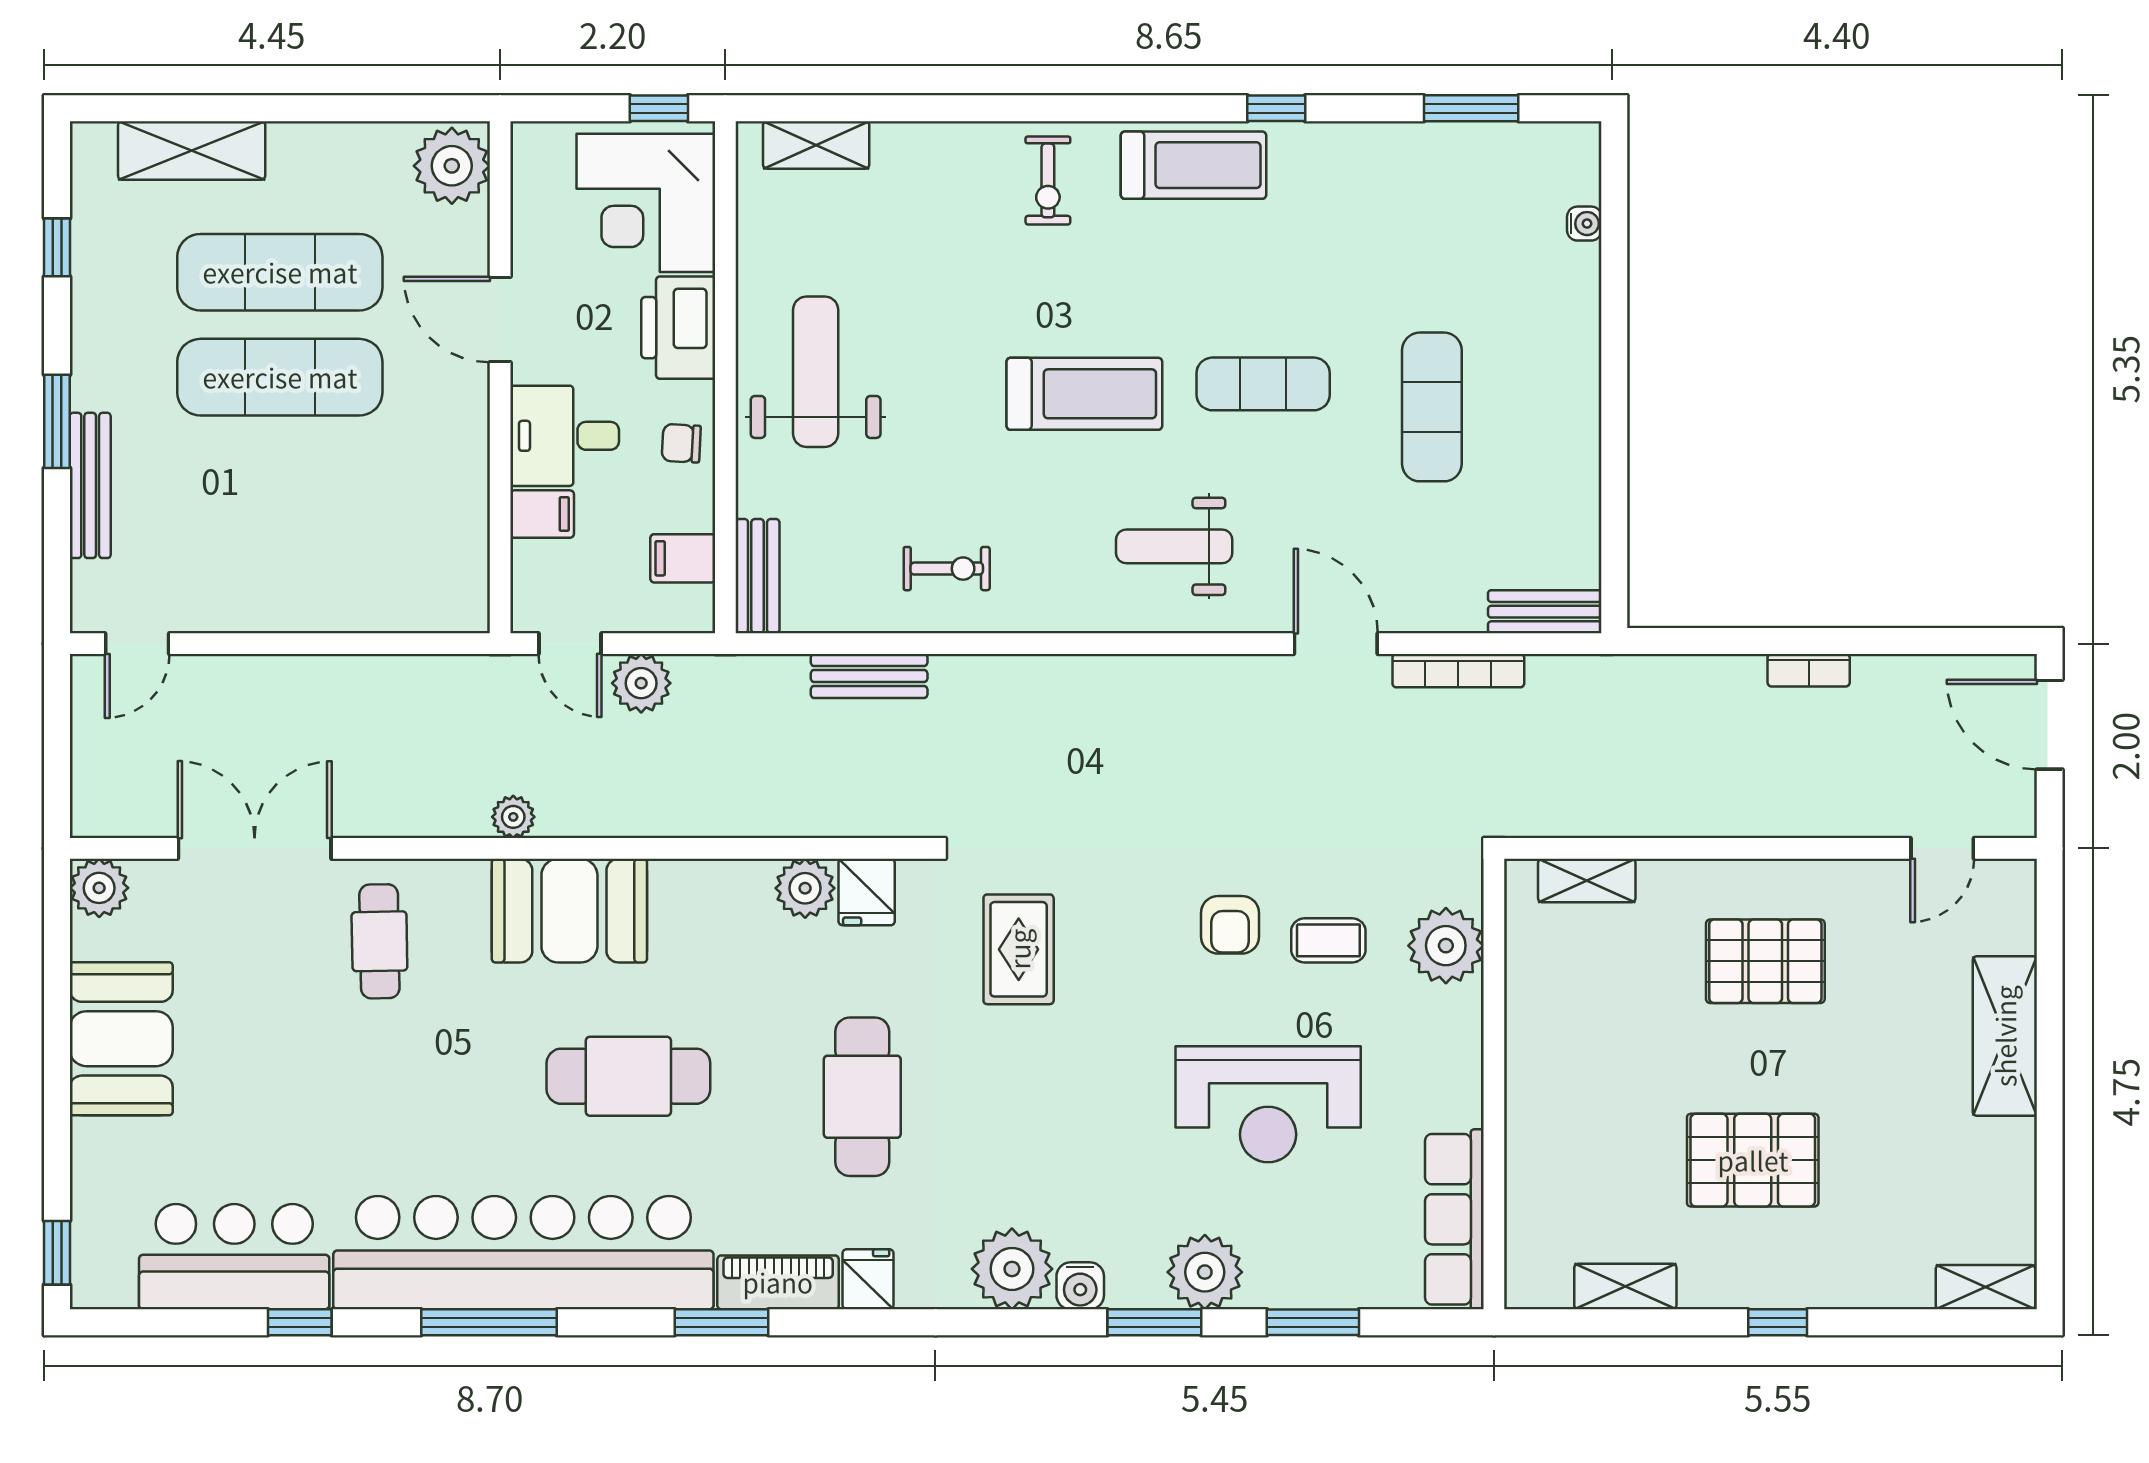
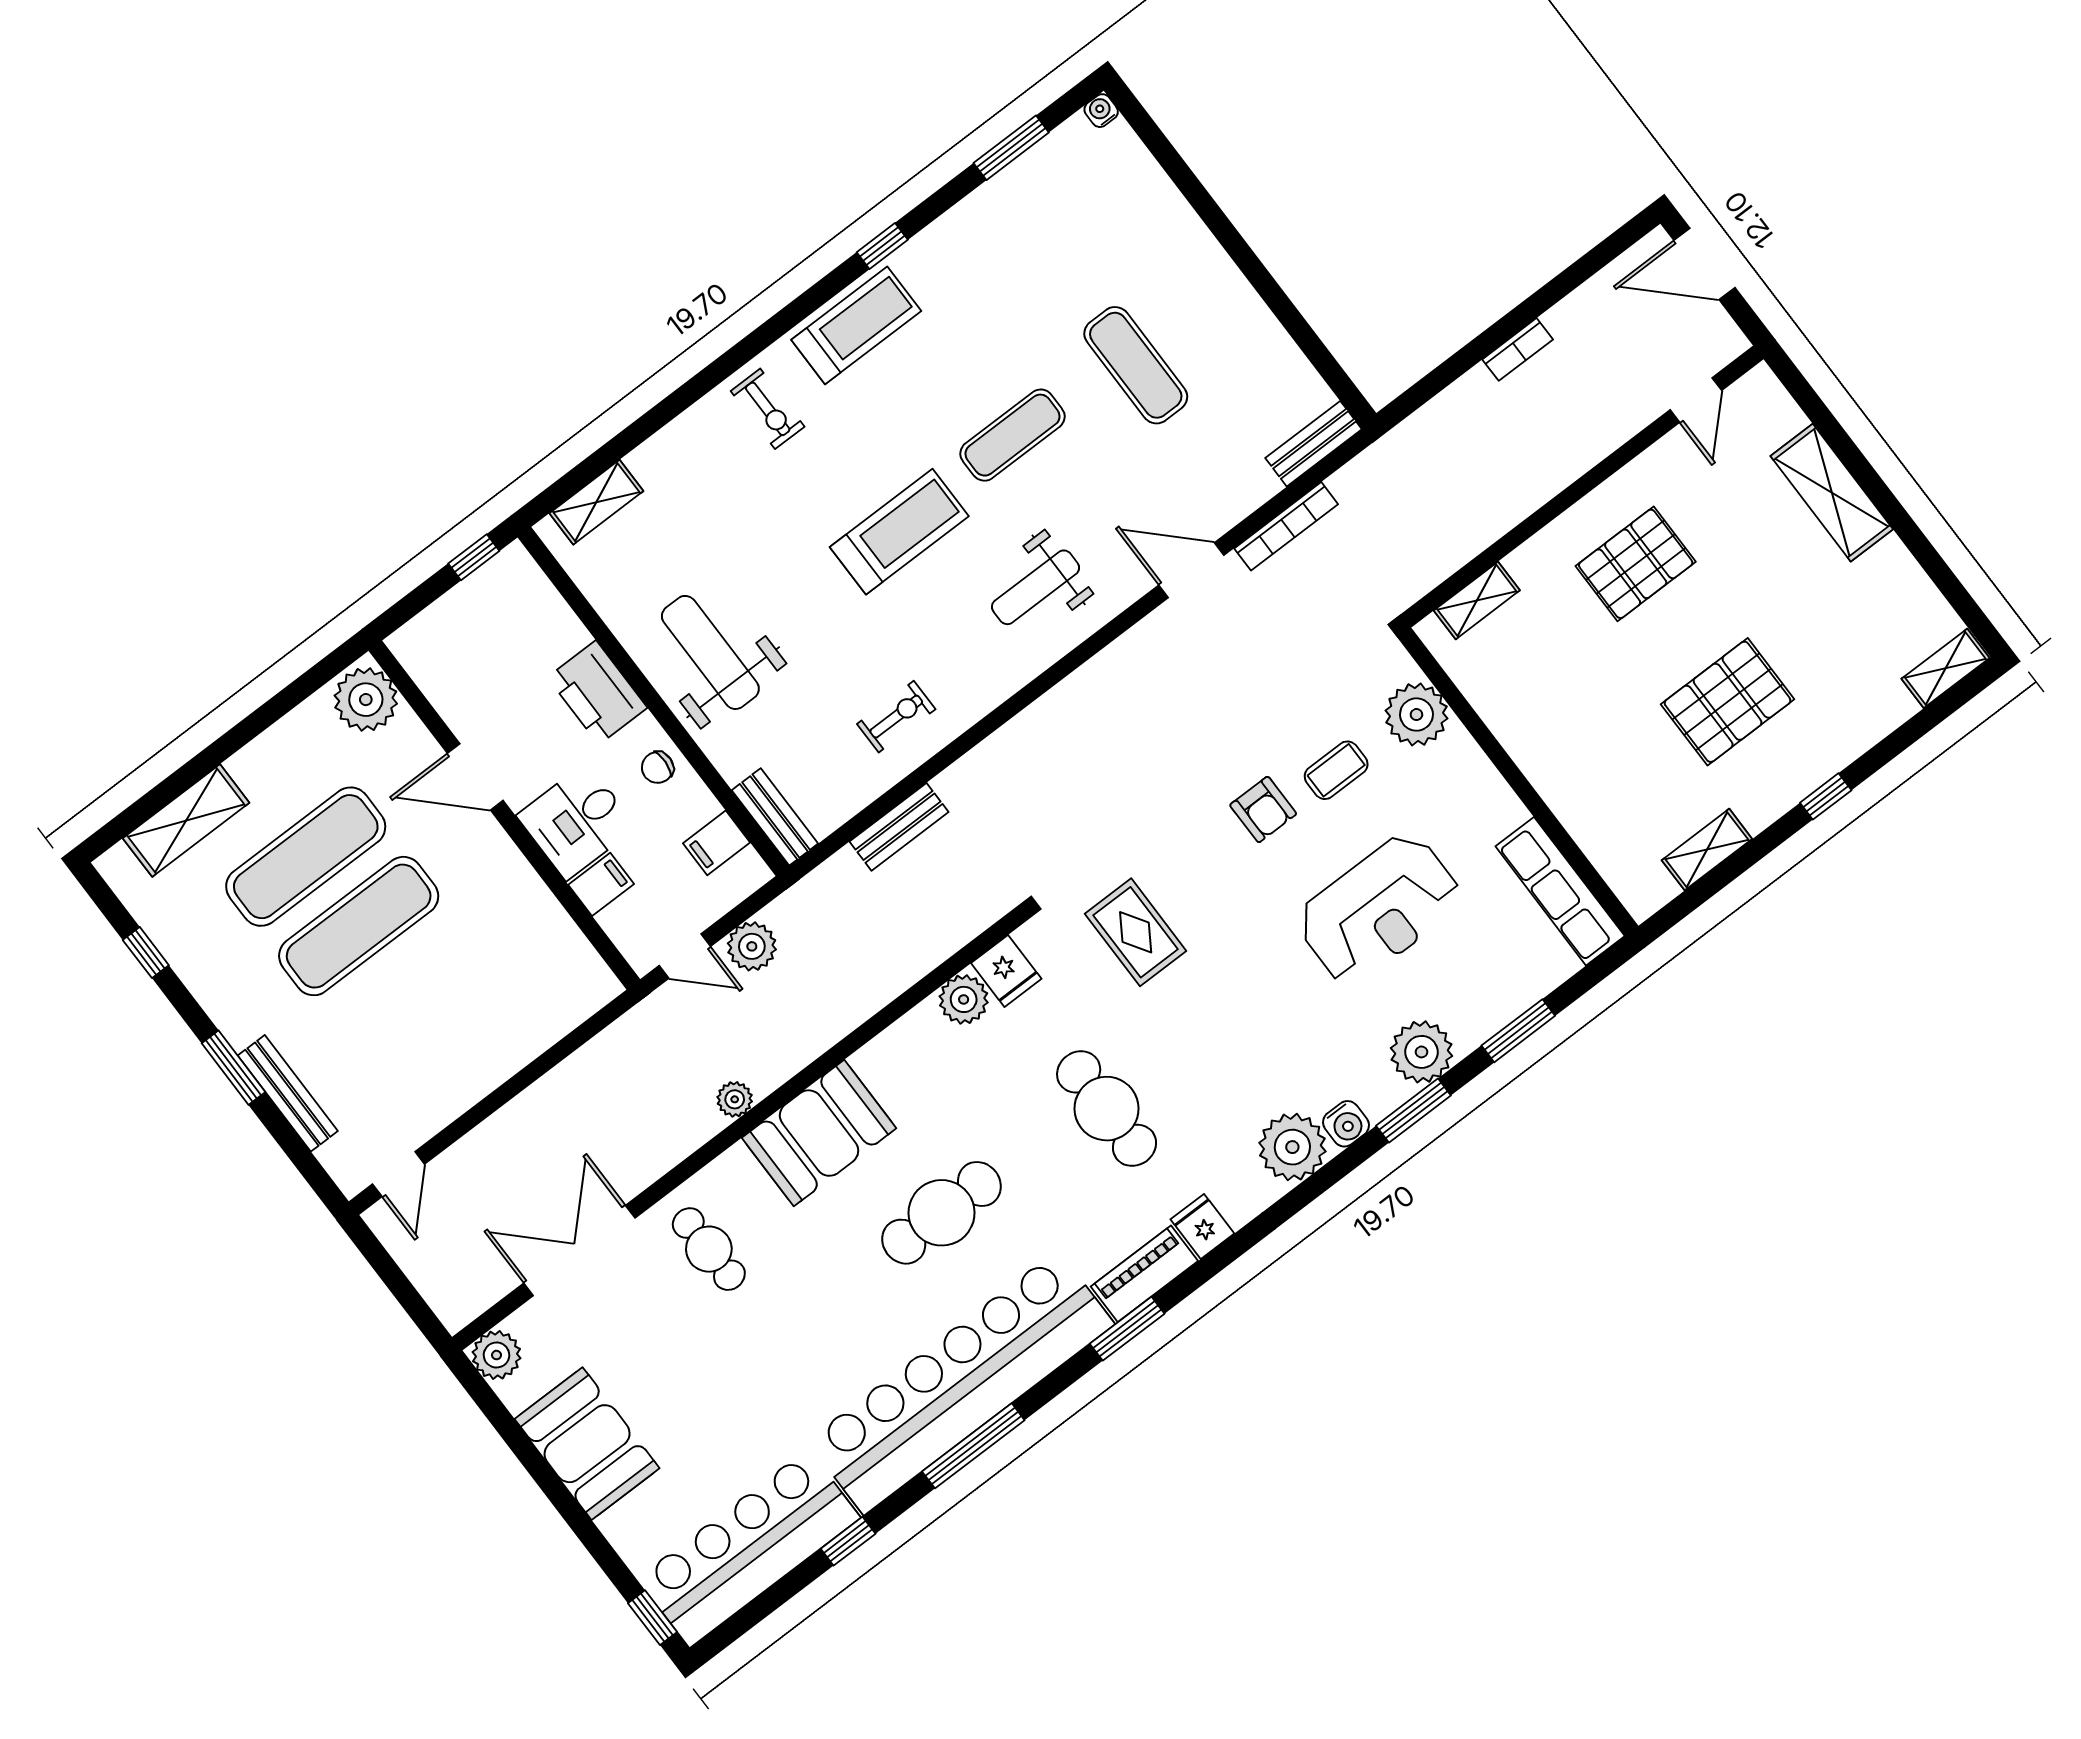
corner desk: (646, 203) -> (513, 626), removed
water cooler: (1584, 224) -> (1101, 111), moved, turned -90
bar counter: (234, 1257) -> (749, 1548), width x1.36

